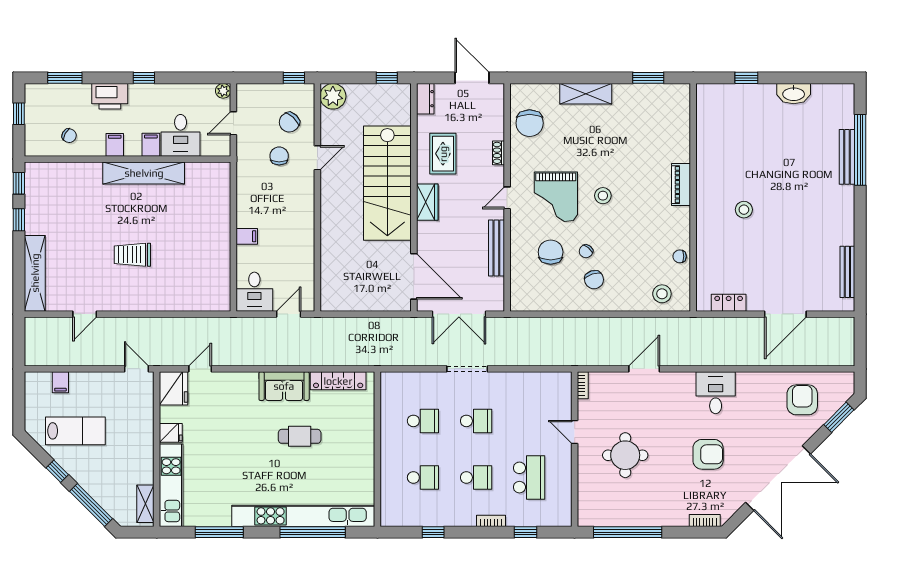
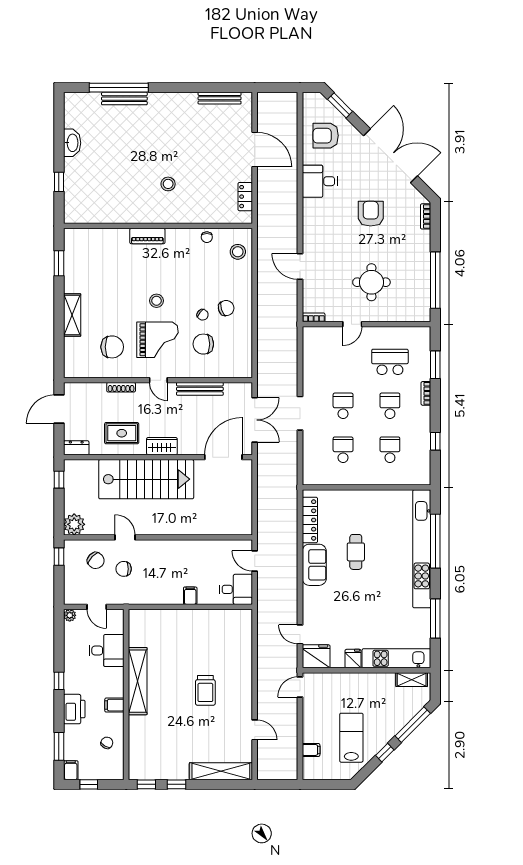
chair: (530, 123) -> (112, 347), moved
filing cabinet: (151, 145) -> (71, 770), moved, turned 90
shoe rack: (498, 153) -> (121, 387), width x1.43
desk: (716, 393) -> (320, 181), moved
window: (526, 532) -> (435, 365), width x1.50

